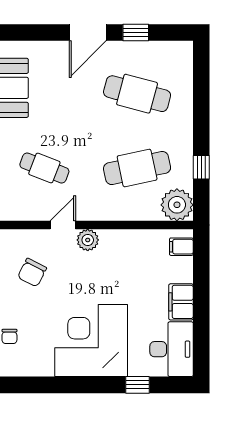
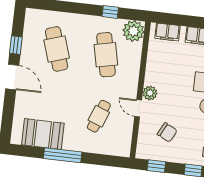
cafe table: (137, 94) -> (57, 49), turned -33
filing cabinet: (181, 247) -> (167, 32), width x2.00

